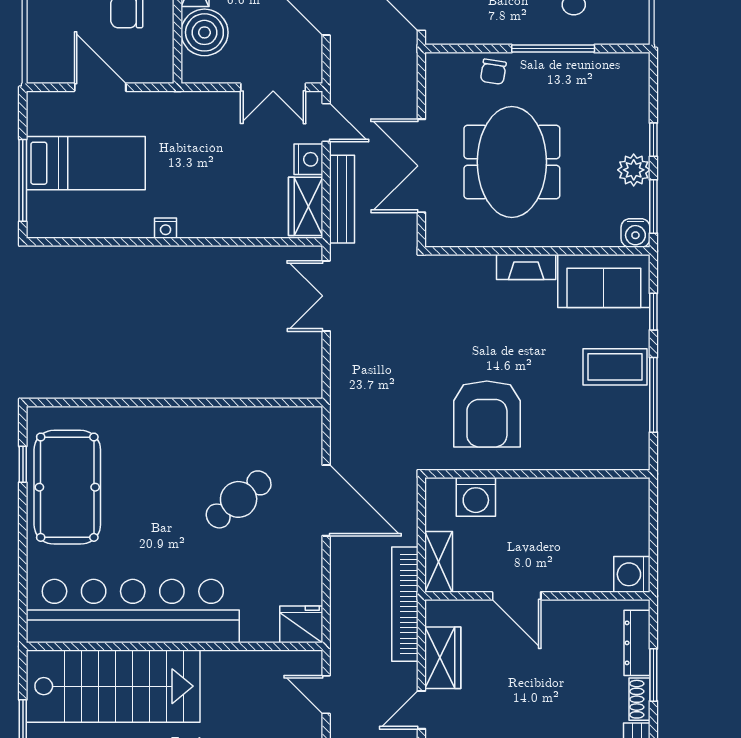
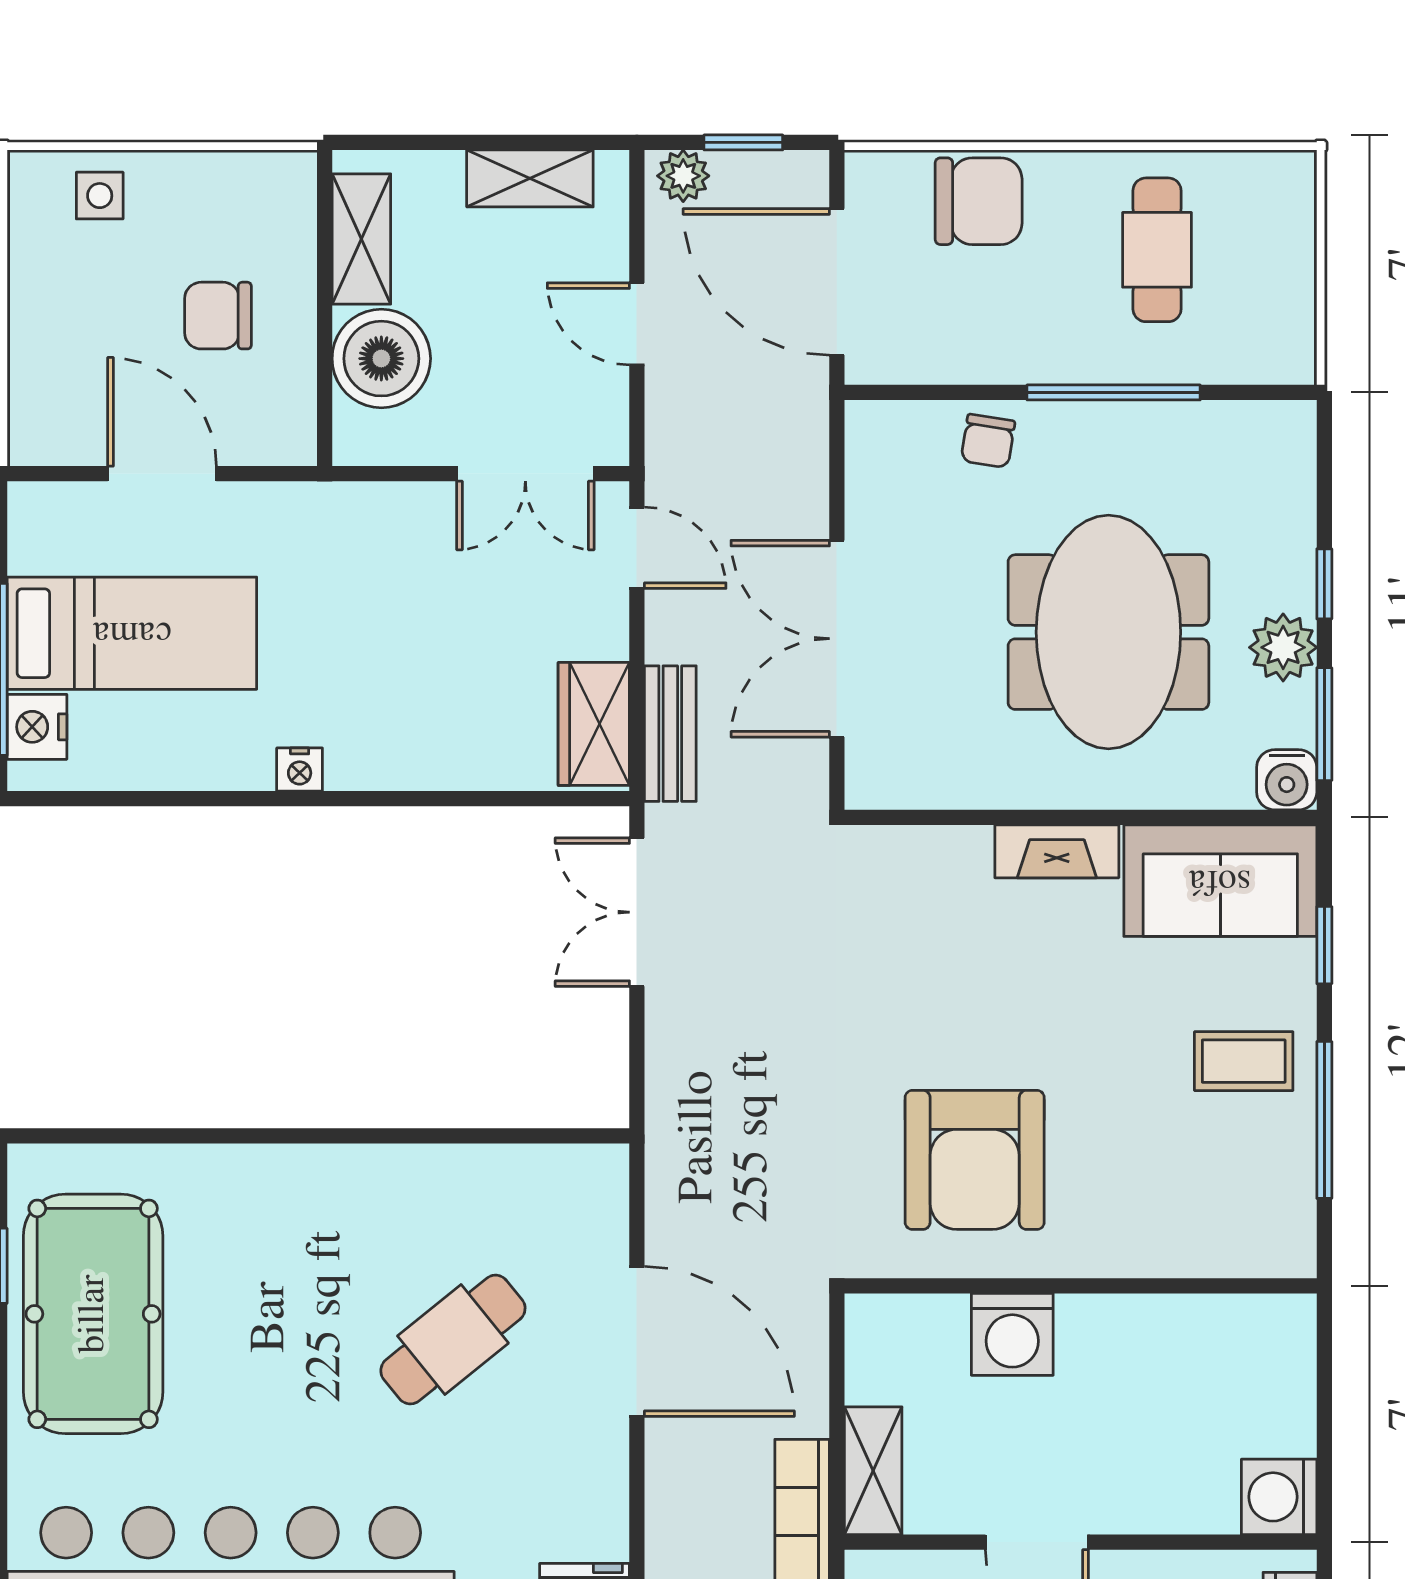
nightstand: (308, 159) -> (37, 727), moved, turned 180
meeting table: (512, 162) -> (1108, 632), moved
bench: (342, 199) -> (670, 734), width x0.73
coffee table: (615, 367) -> (1244, 1061), width x0.73, depth x0.77
washing machine: (476, 497) -> (1012, 1334), moved

